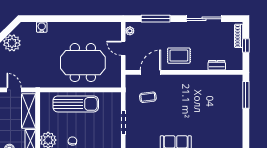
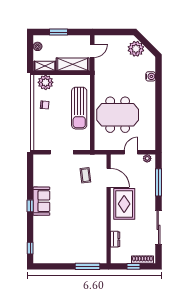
rug: (179, 56) -> (124, 204), width x1.36, depth x1.43
meeting table: (83, 63) -> (118, 115), turned 90

